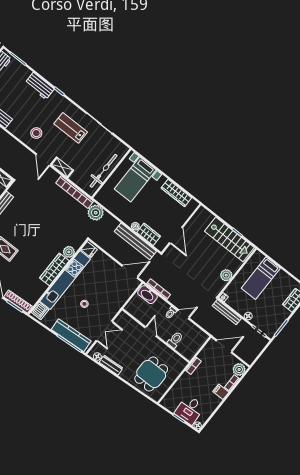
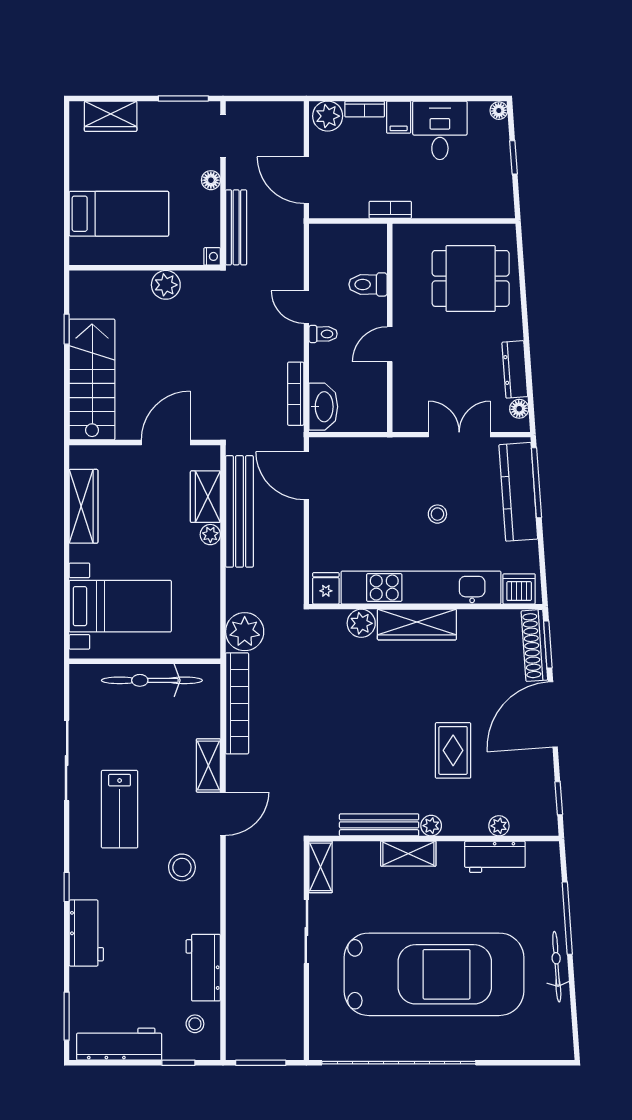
stairs: (229, 239) -> (92, 379), moved
desk: (190, 410) -> (440, 130), moved, turned -86

